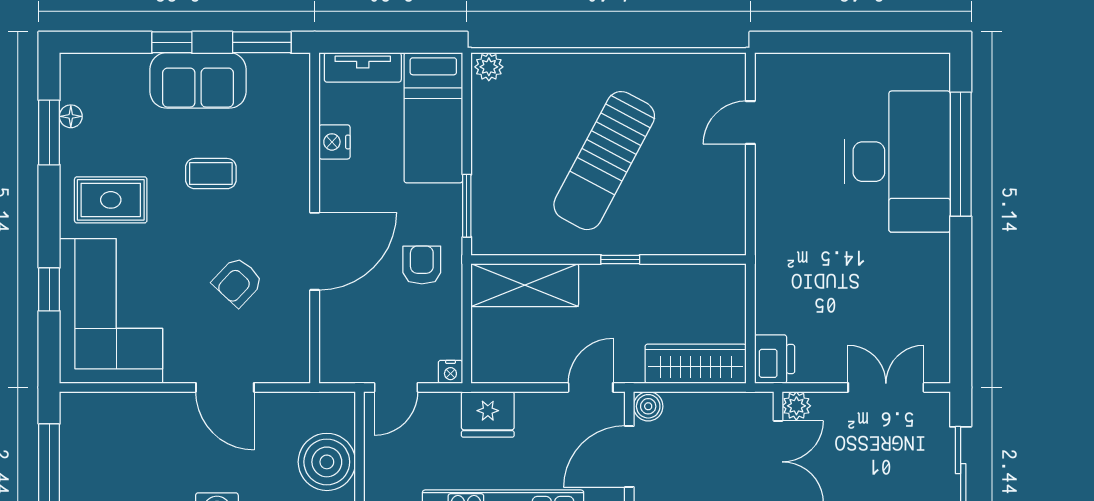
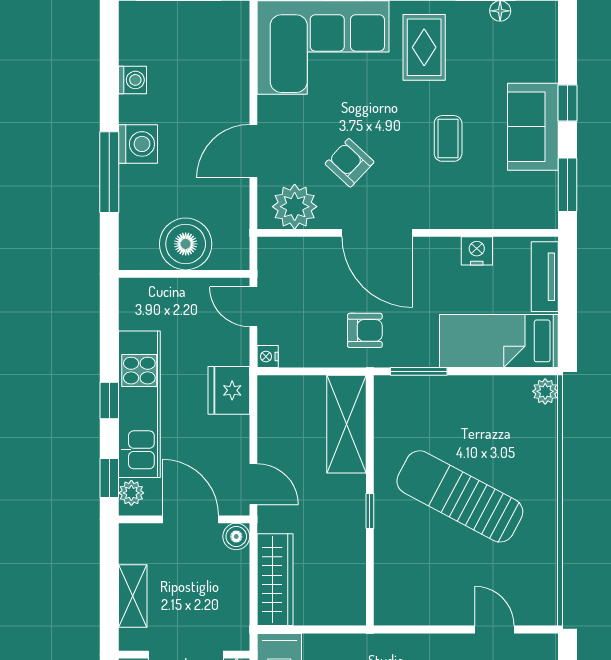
plant: (286, 342) -> (295, 207), added

